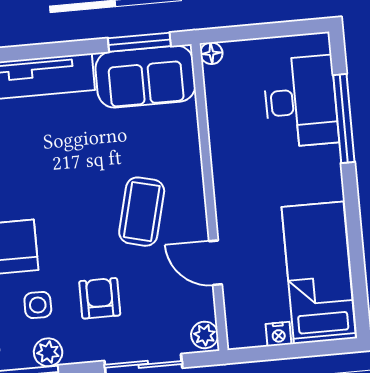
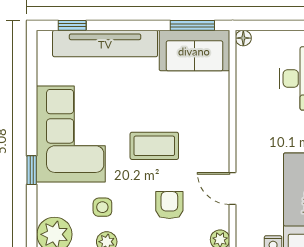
coffee table: (142, 212) -> (154, 146), moved, turned 76
armchair: (100, 298) -> (169, 205), moved

